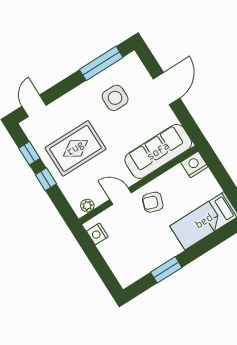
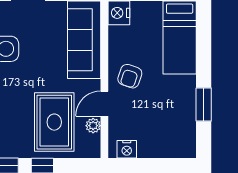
rug: (75, 148) -> (54, 122), moved
plant: (87, 206) -> (93, 126), moved

